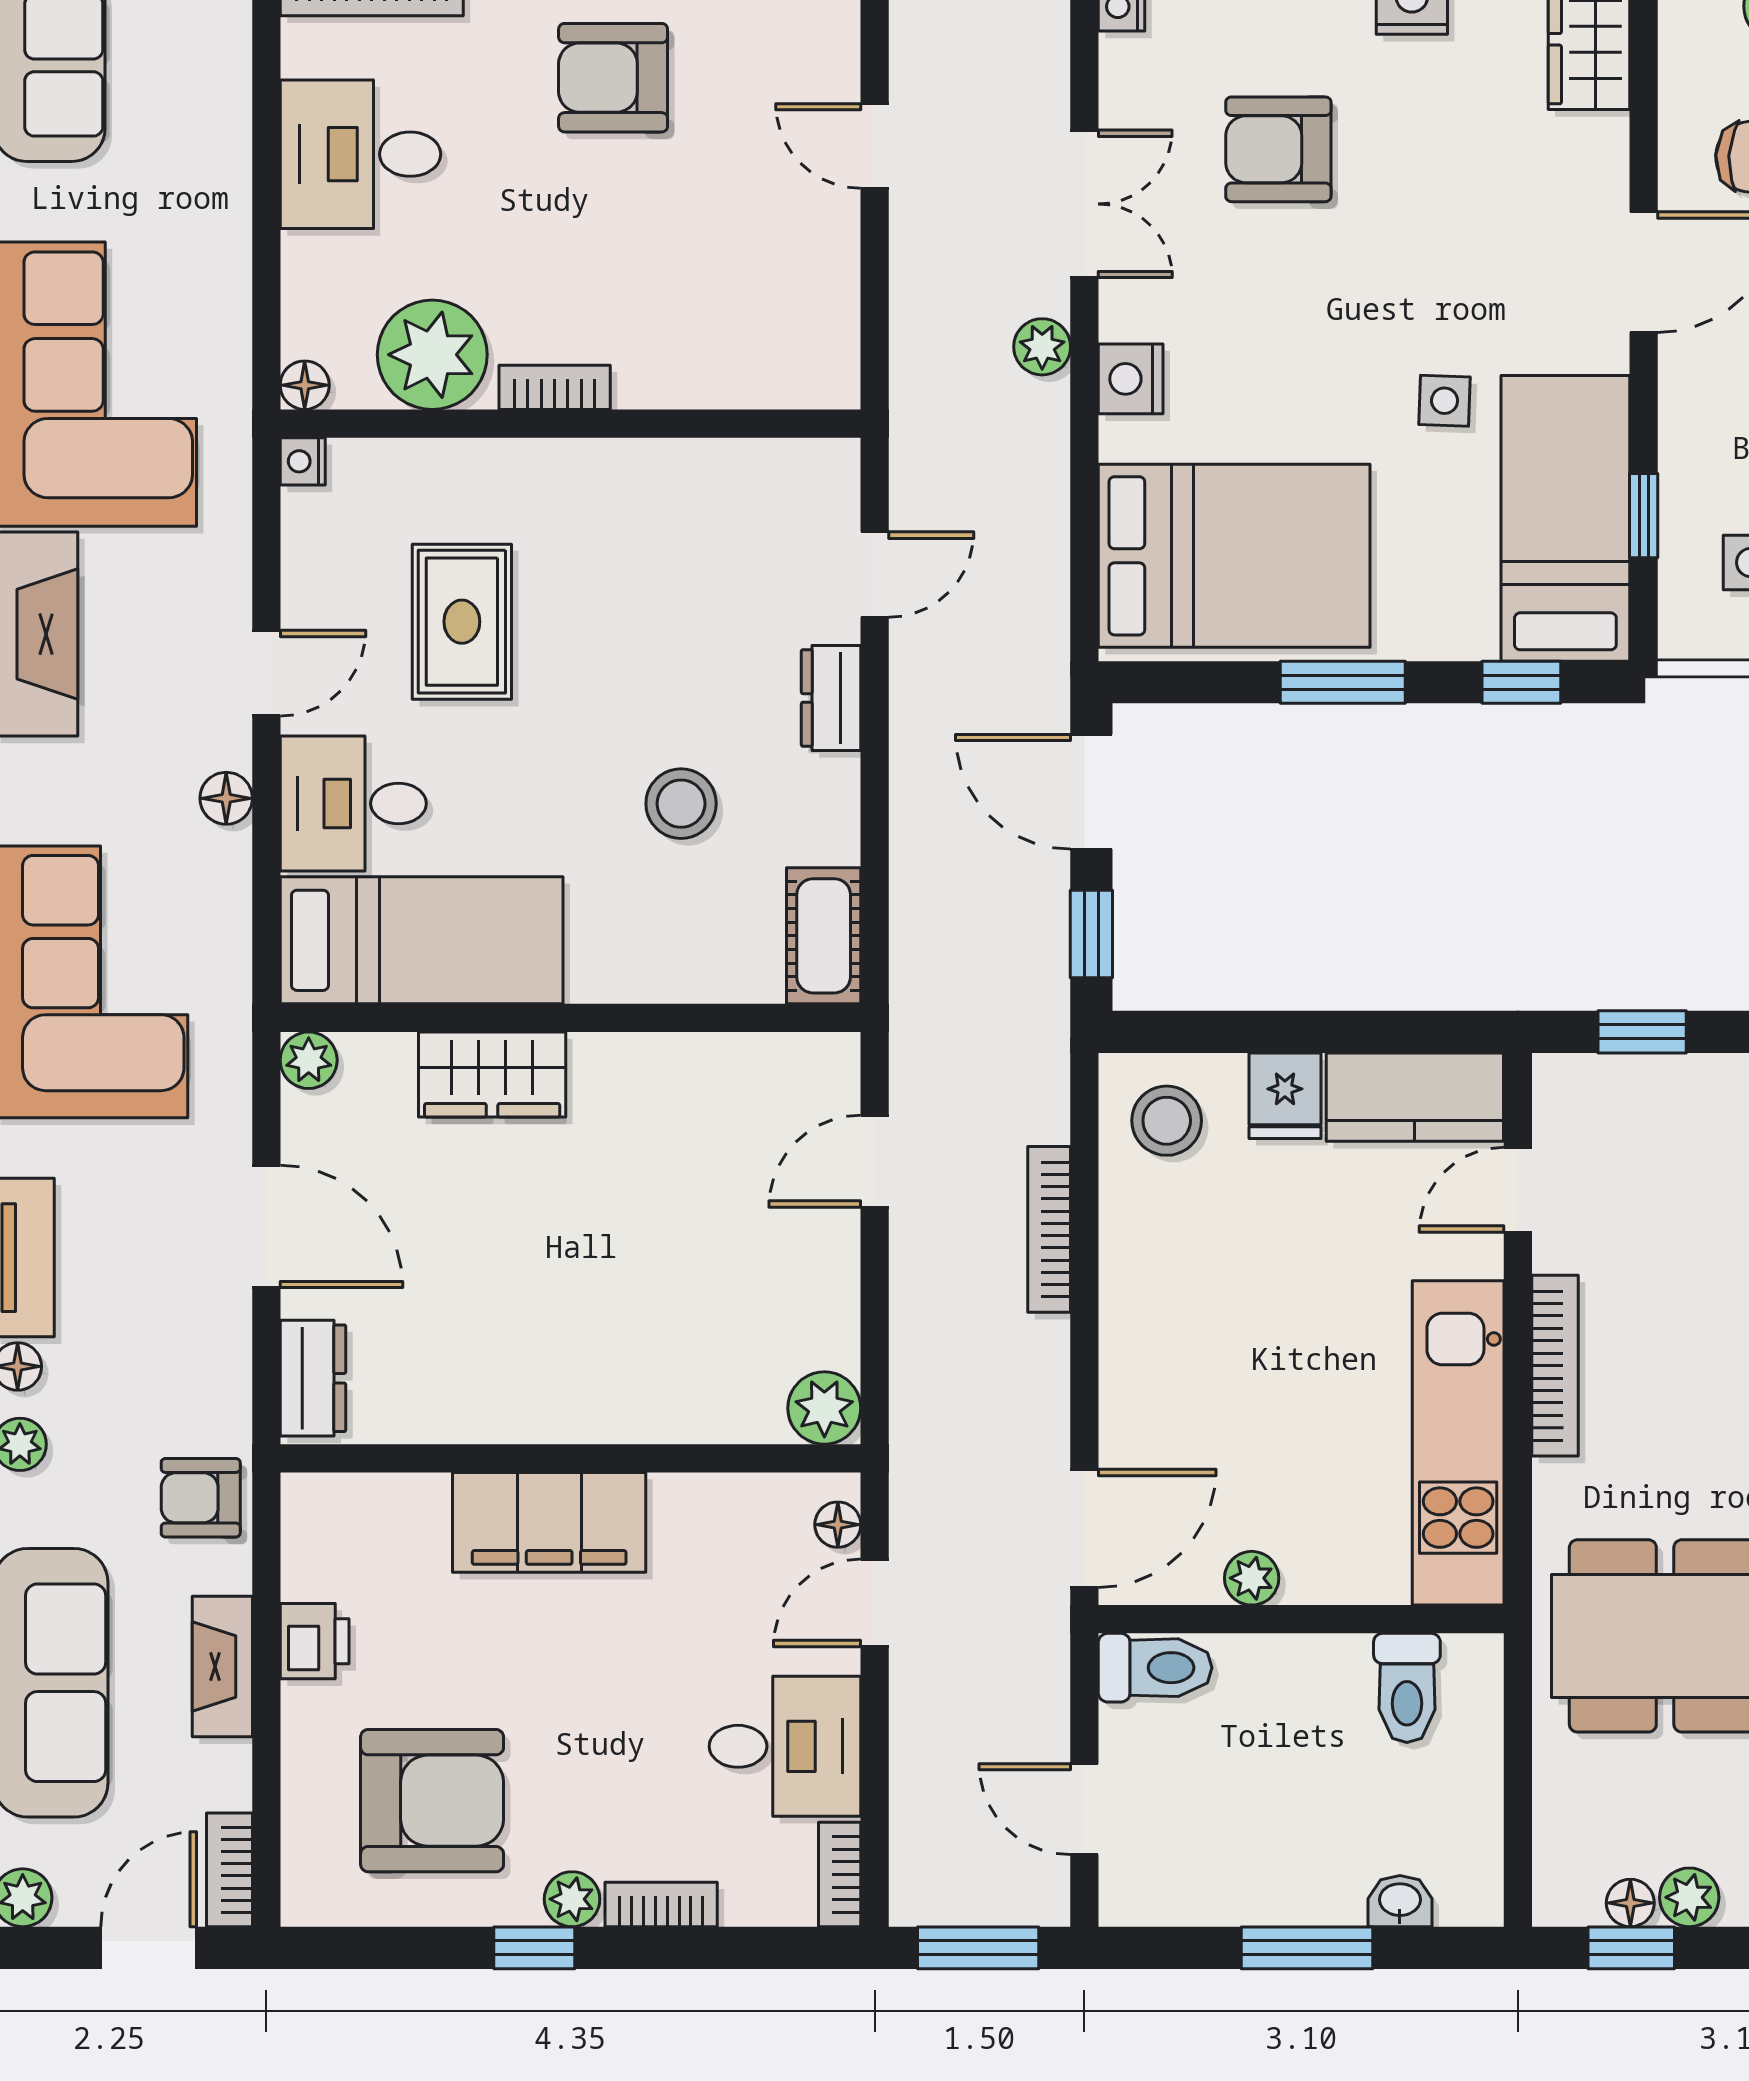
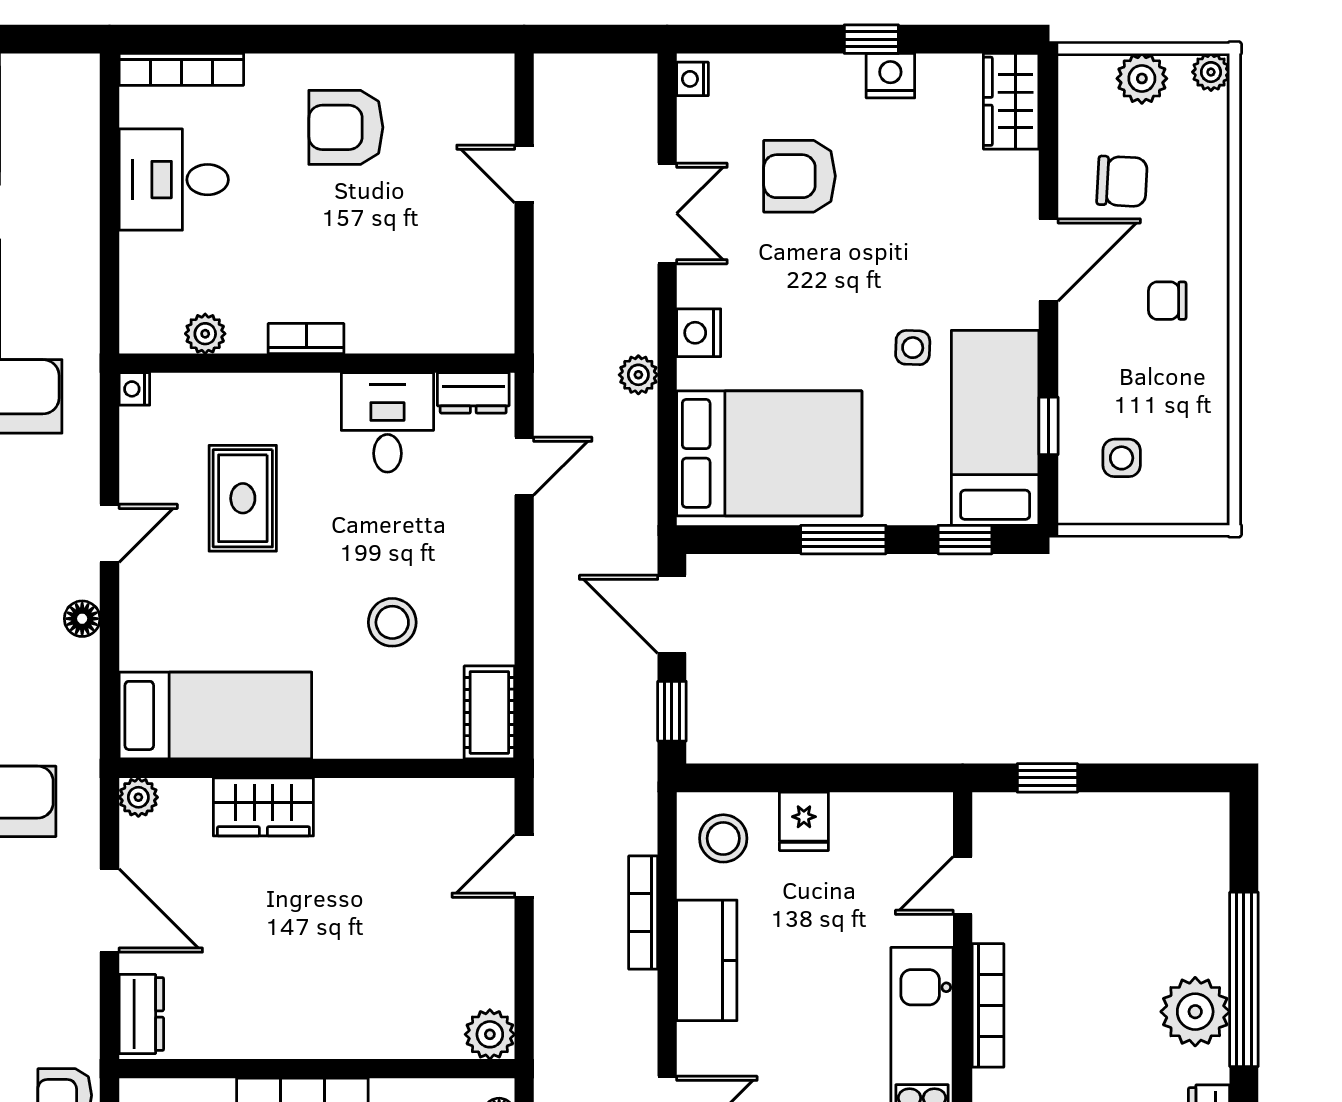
plant: (1042, 347) -> (638, 375), moved
plant: (432, 355) -> (205, 334), width x0.53, depth x0.53
floor lamp: (305, 385) -> (136, 337), removed
dresser: (831, 698) -> (473, 393), moved, turned -90
desk: (353, 804) -> (387, 422), moved, turned 90
kitchen counter: (1415, 1097) -> (707, 960), moved, turned -90

